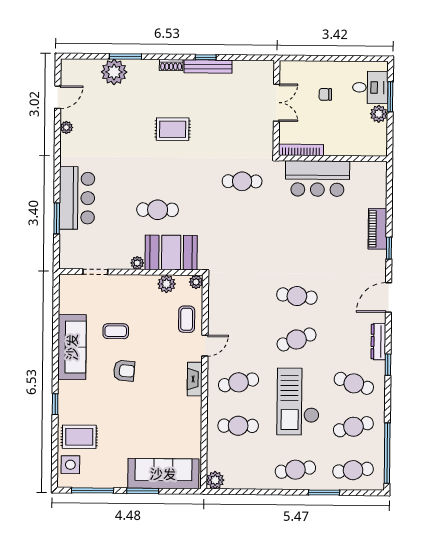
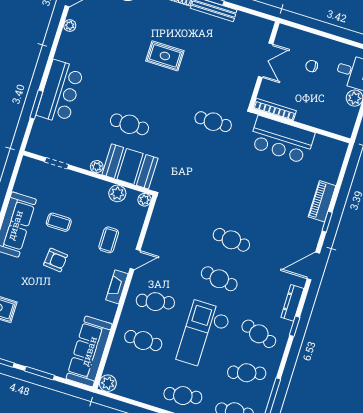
coffee table: (187, 319) -> (109, 240), moved
cafe table: (297, 339) -> (219, 279), turned 30
sofa: (163, 474) -> (89, 351), moved, turned -90

